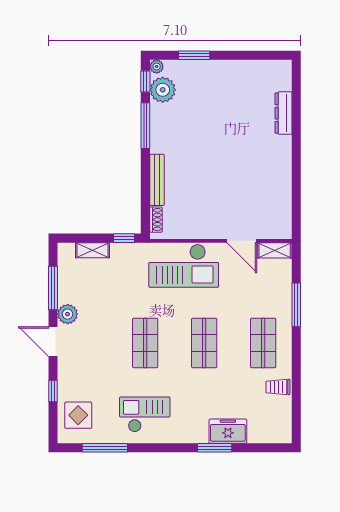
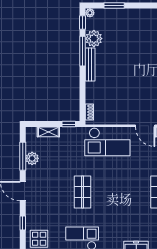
plant: (163, 90) -> (94, 39), moved
bench: (157, 180) -> (90, 64), moved
plant: (68, 314) -> (32, 158), moved
shop shelf: (204, 343) -> (121, 192), removed

